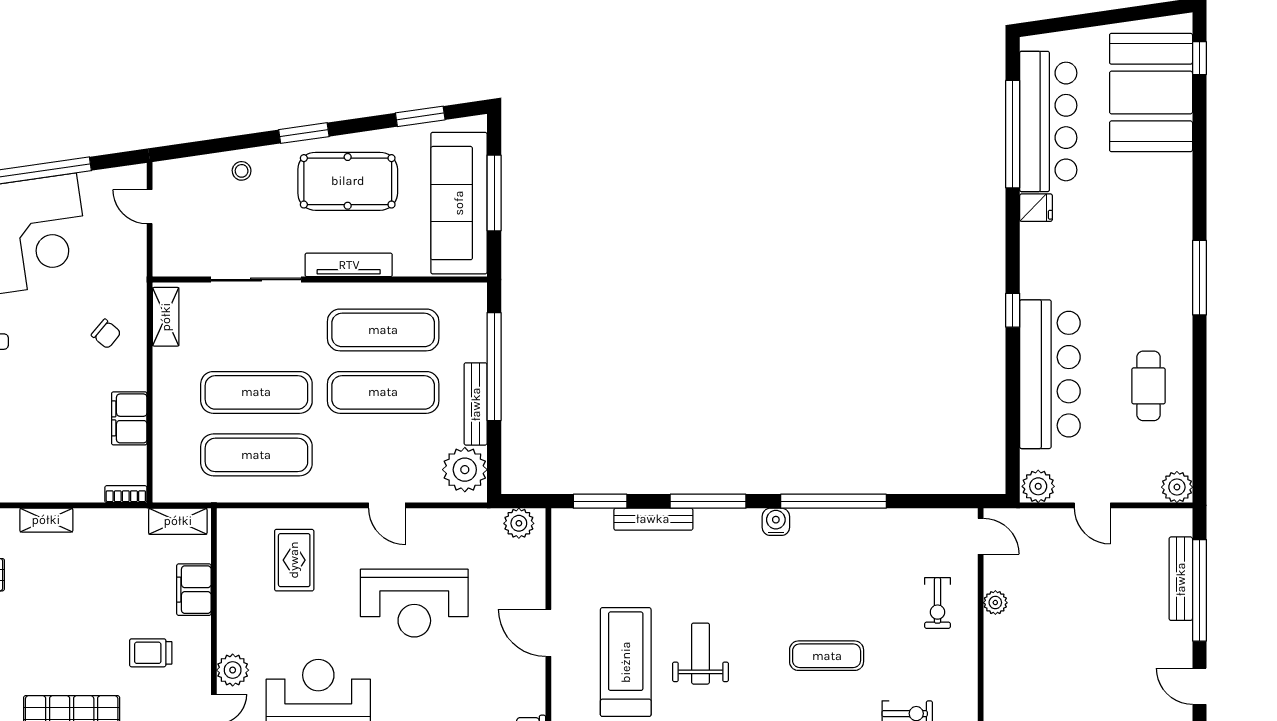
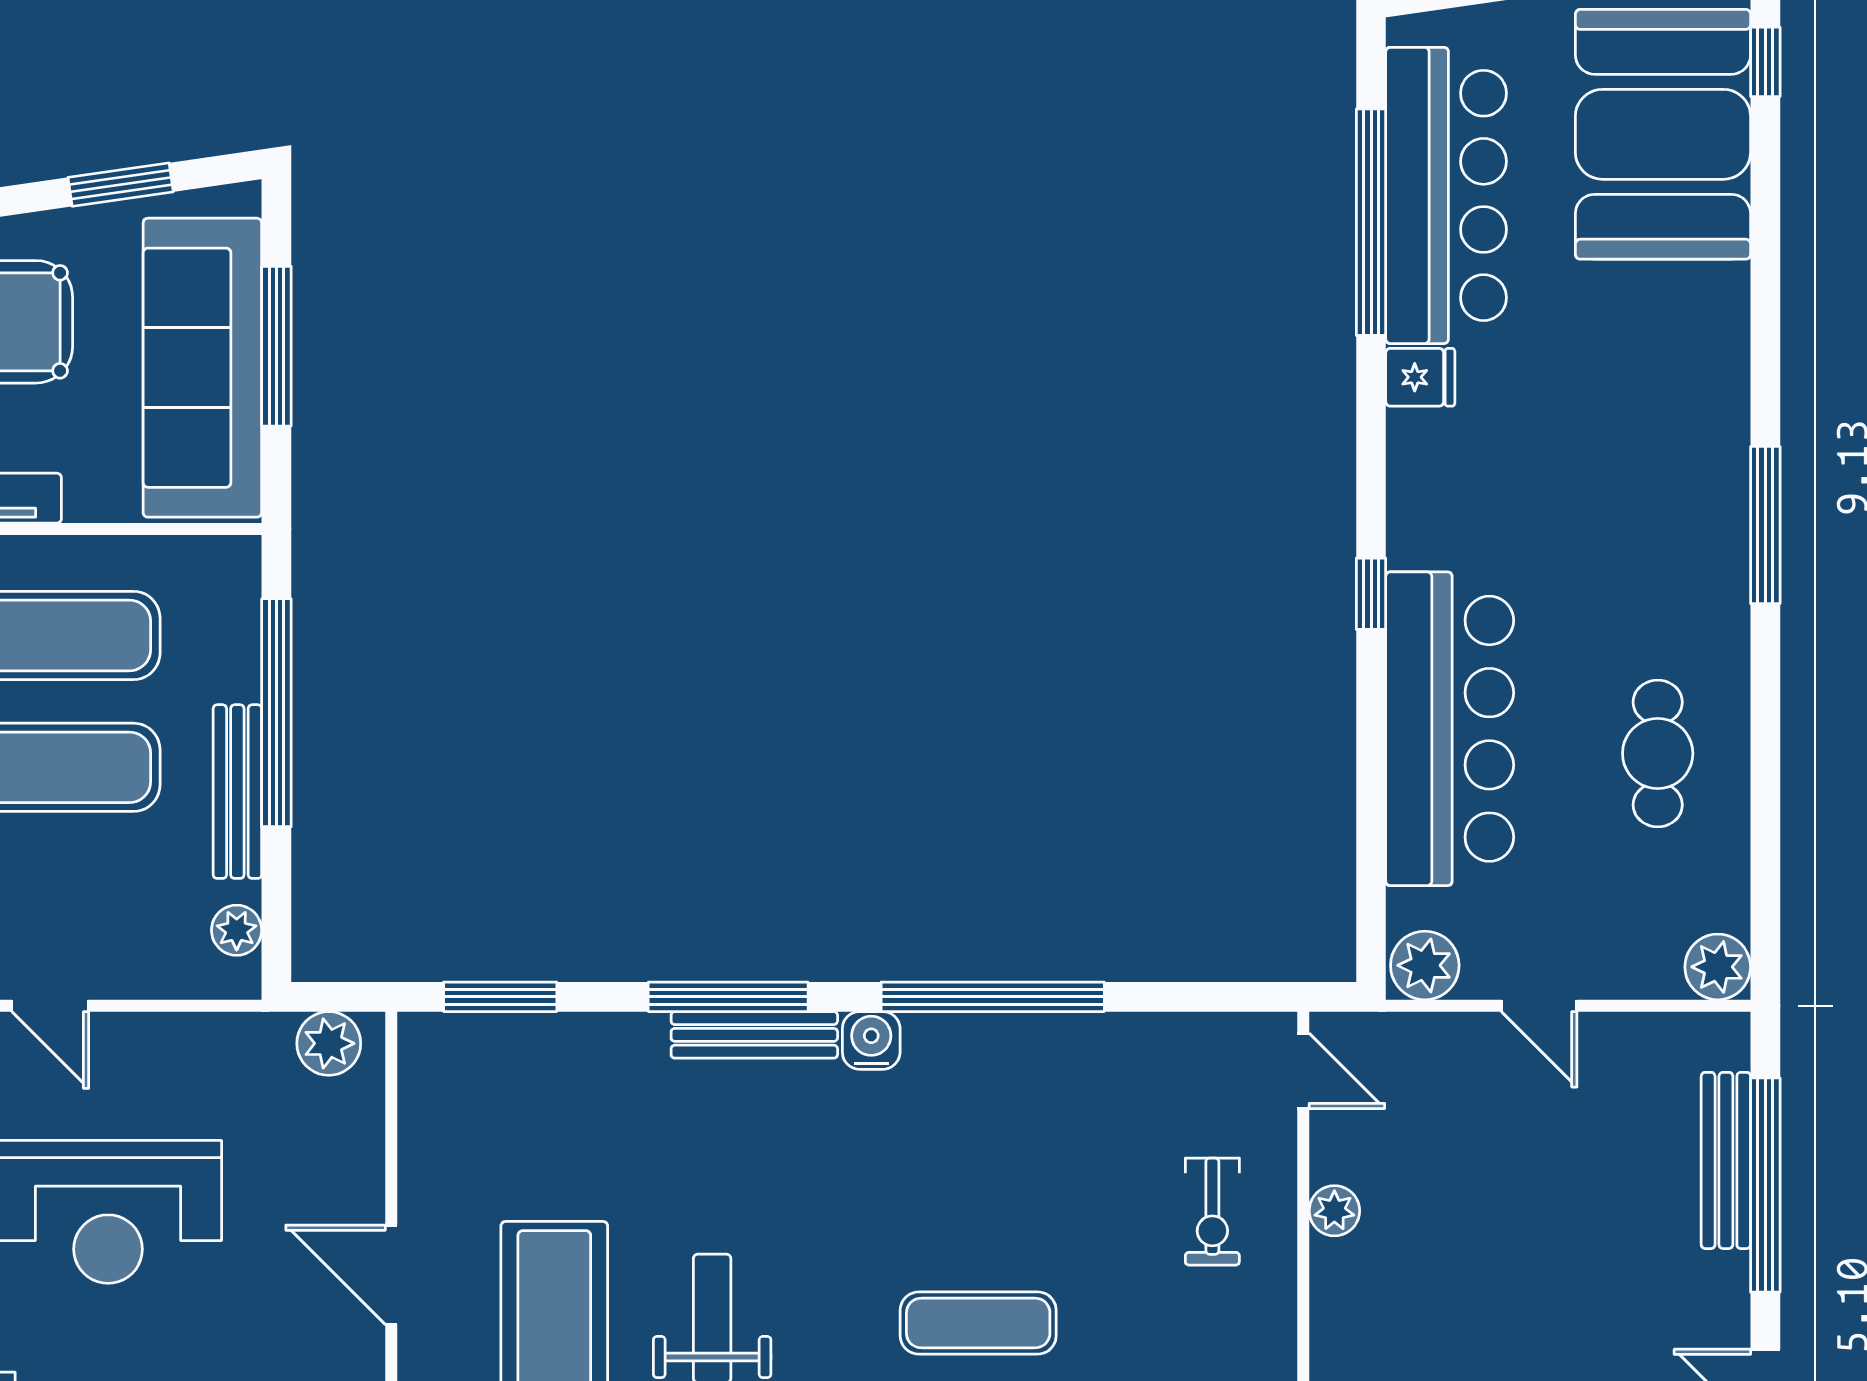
plant: (465, 470) -> (237, 930), width x0.53, depth x0.53
bench: (653, 519) -> (754, 1035), moved

